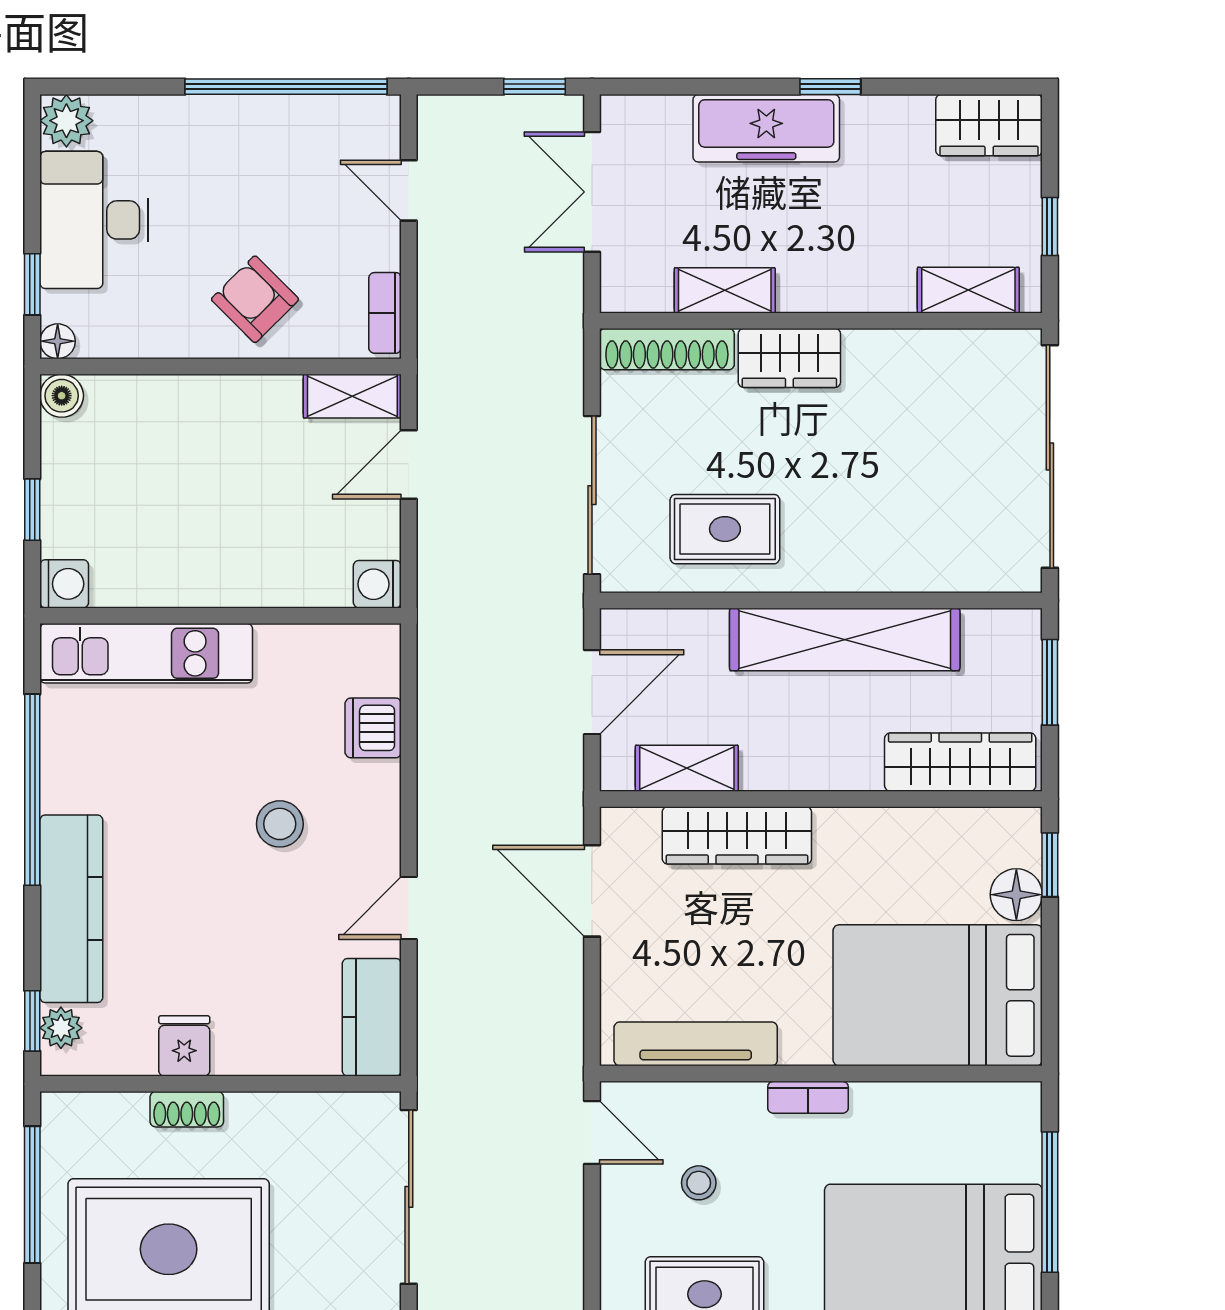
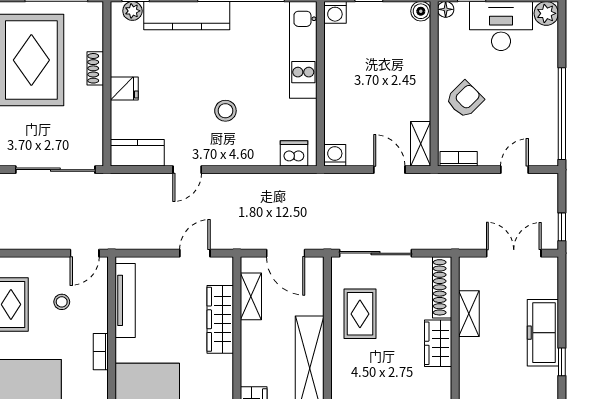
dishwasher: (373, 728) -> (294, 153), moved
door: (592, 891) -> (195, 253), width x0.73
door: (409, 908) -> (187, 170), swing flipped
fridge: (184, 1046) -> (124, 88), moved

